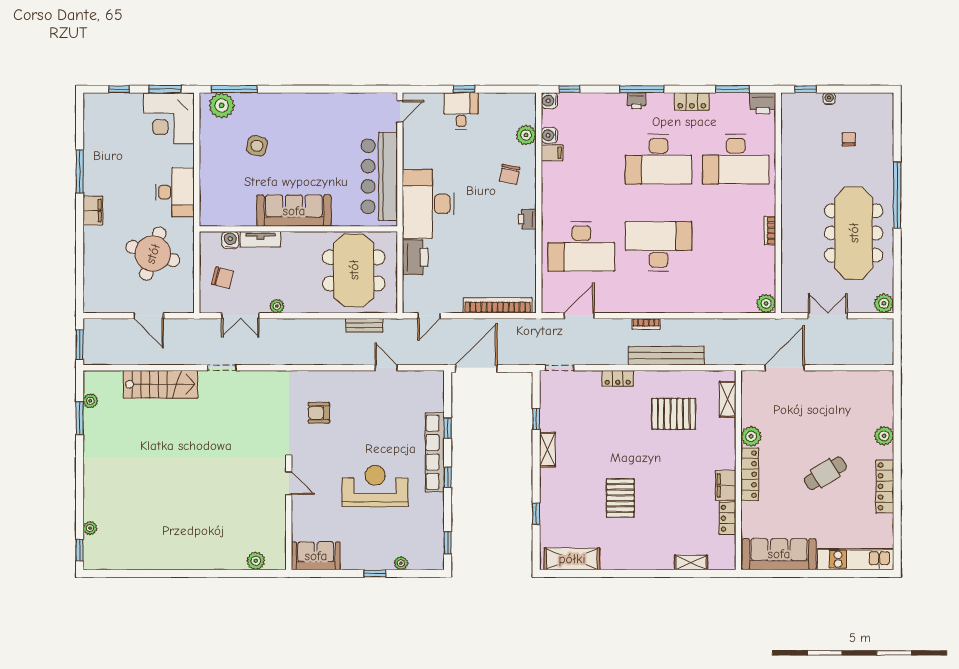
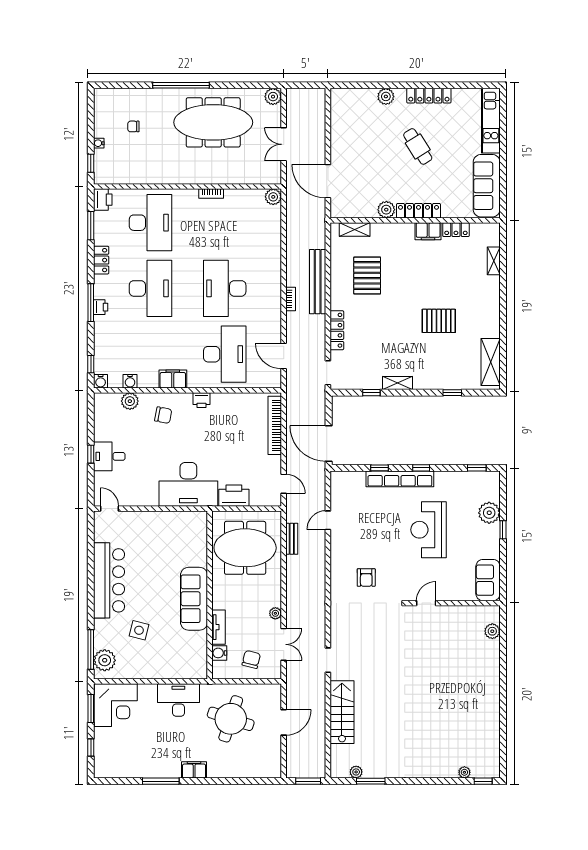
filing cabinet: (552, 153) -> (173, 379), moved, width x2.00
bar counter: (379, 176) -> (109, 580), moved, turned -90
locker: (618, 378) -> (337, 330), width x1.53
plant: (401, 563) -> (489, 513), width x1.88, depth x1.88

